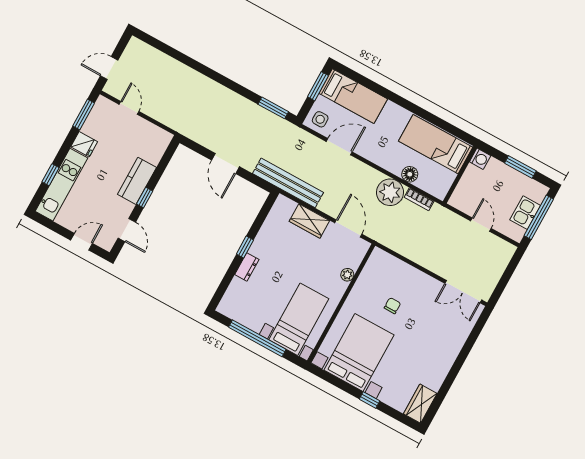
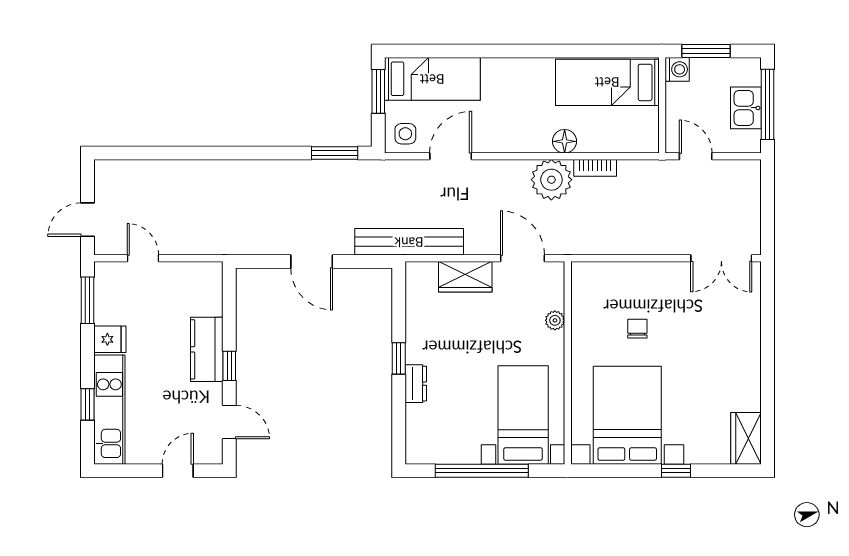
bed: (436, 144) -> (607, 82), moved
washing machine: (480, 159) -> (677, 69), moved
wall: (460, 175) -> (662, 105), moved

